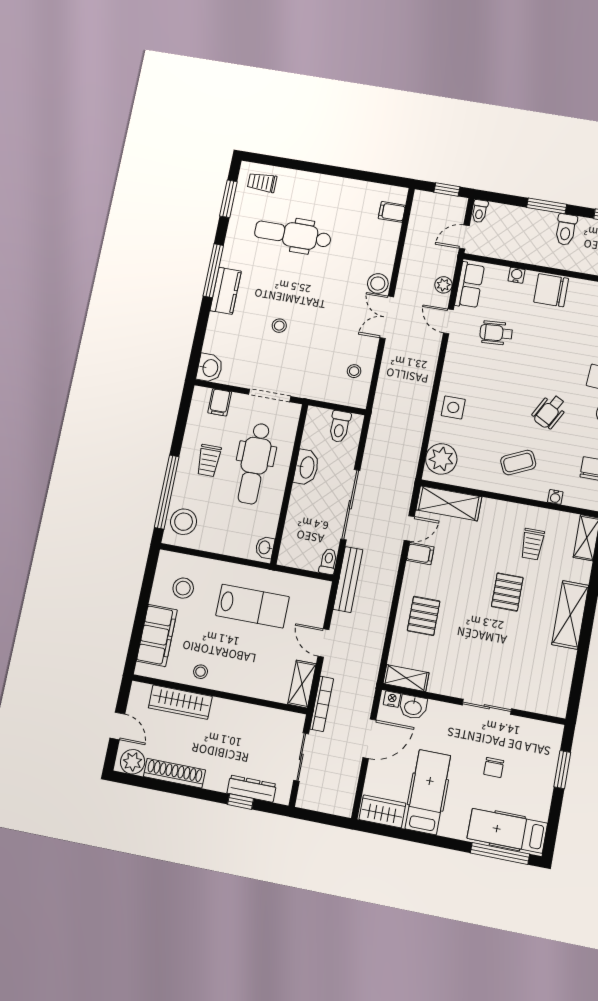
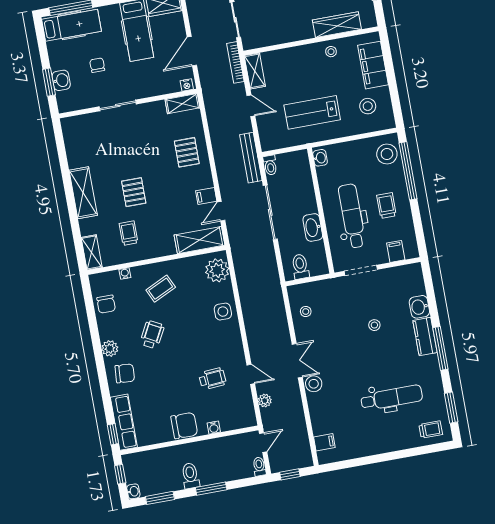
row of seats: (470, 285) -> (245, 407), removed
washbasin: (210, 368) -> (419, 307), moved
washbasin: (413, 707) -> (61, 80), moved, turned 90

